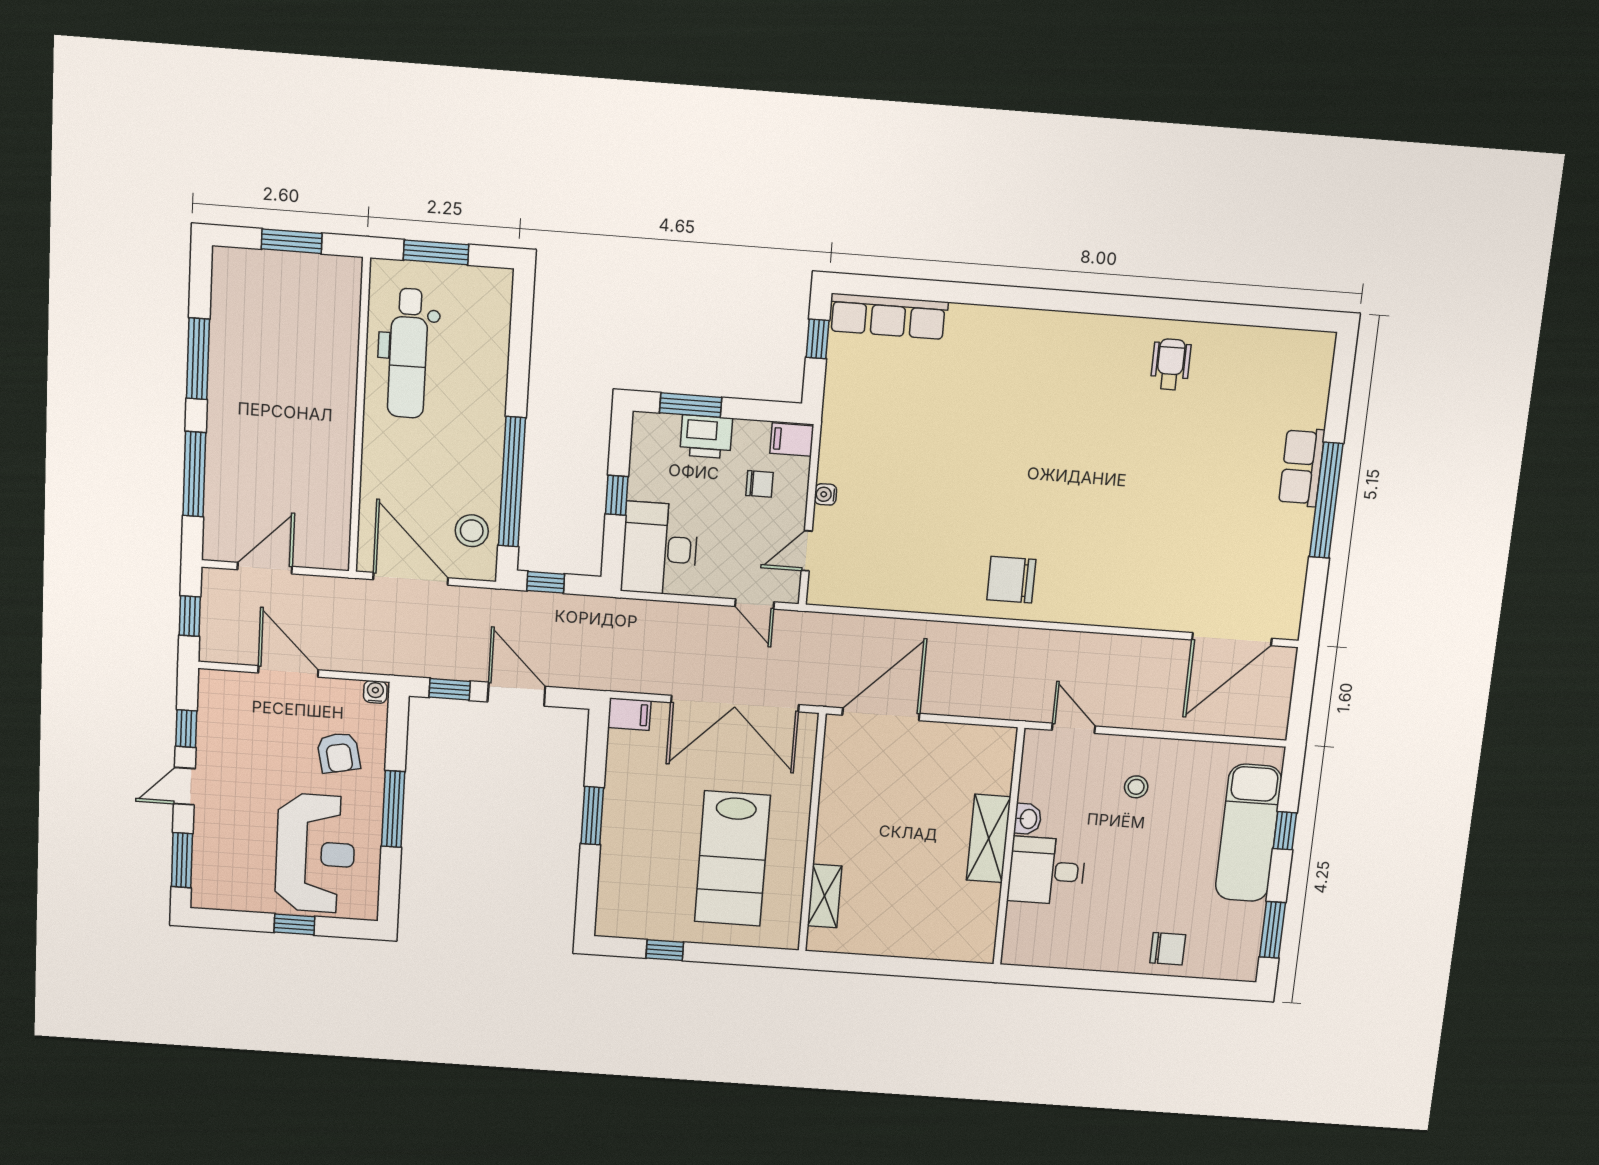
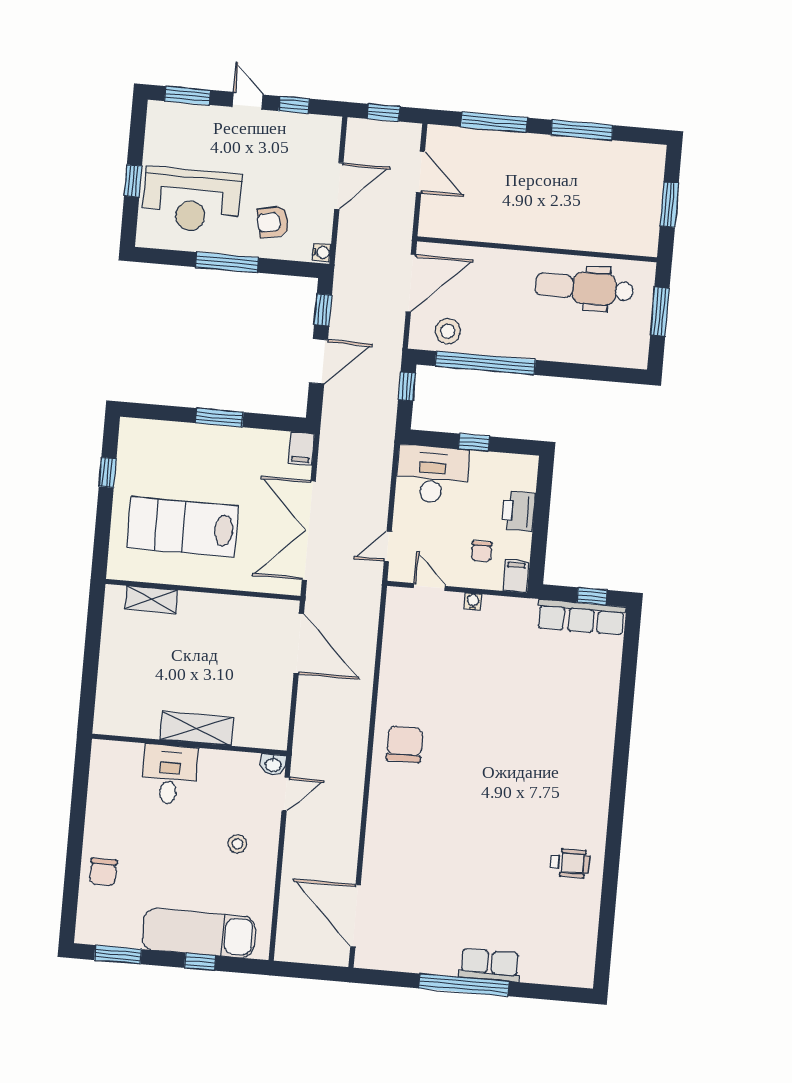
row of seats: (888, 316) -> (581, 617), moved, turned -90
window: (691, 405) -> (543, 500), removed
washbasin: (1028, 819) -> (273, 764), moved

